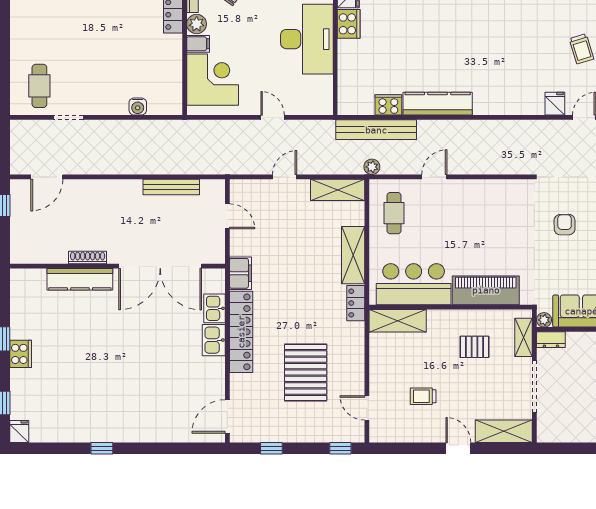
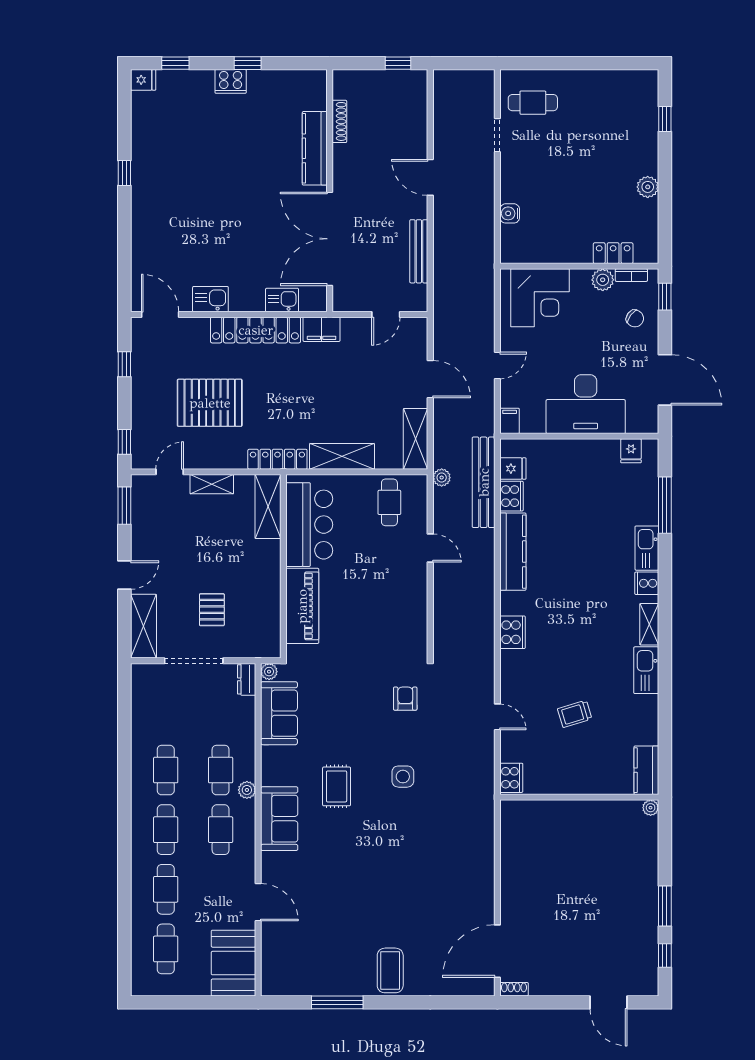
cooker: (349, 24) -> (513, 632), moved, turned -90
filing cabinet: (198, 44) -> (510, 421), moved, turned 180
fridge: (555, 104) -> (513, 469), moved
door: (47, 177) -> (430, 177), moved
door: (285, 177) -> (430, 379), width x1.38
cafe table: (394, 213) -> (389, 502), turned 90
armchair: (565, 225) -> (405, 699), moved, turned -89
shoe rack: (88, 258) -> (339, 121), moved
locker: (356, 303) -> (277, 459), width x1.53
shelving: (523, 337) -> (212, 484), moved
kitchen sink: (214, 340) -> (210, 299), moved
pallet: (474, 347) -> (212, 610), moved
trolley: (423, 396) -> (183, 535), removed
window: (397, 448) -> (124, 506), added

